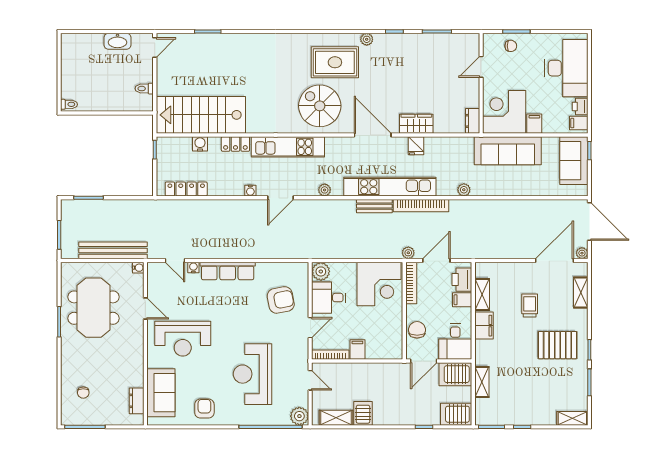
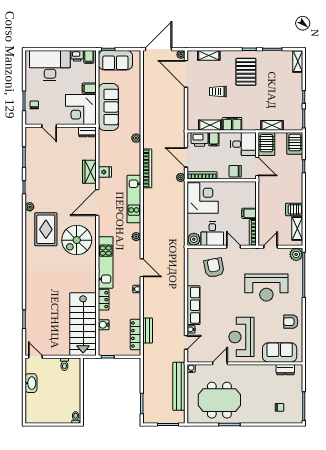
kitchen unit: (390, 187) -> (134, 199), width x0.73
bench: (374, 206) -> (148, 331), moved
reception desk: (183, 339) -> (241, 337), turned 180

